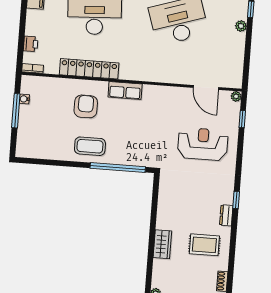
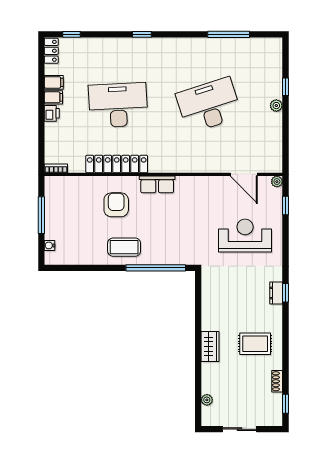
printer: (31, 44) -> (52, 113), moved
water cooler: (24, 99) -> (50, 245), moved
dresser: (226, 215) -> (276, 293), moved

